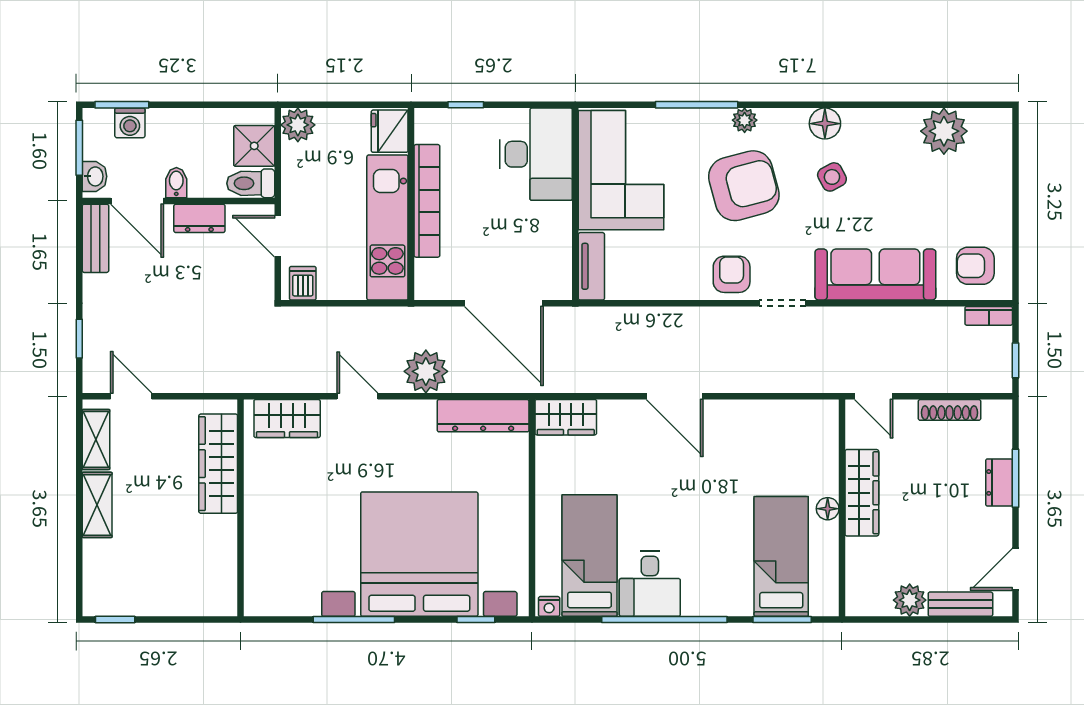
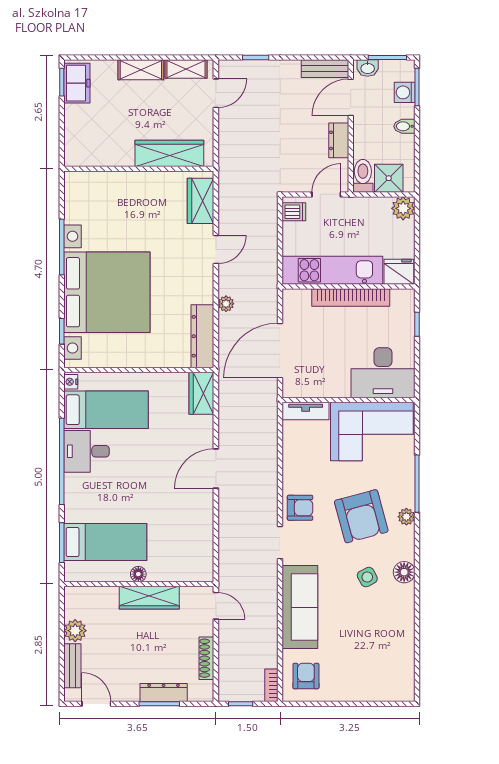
plant: (944, 131) -> (399, 654), removed
bidet: (176, 183) -> (404, 126), moved, turned 180
plant: (426, 371) -> (226, 304), width x0.53, depth x0.53
door: (874, 396) -> (216, 606), swing flipped
dresser: (999, 482) -> (164, 692), width x1.44
freezer: (117, 598) -> (77, 83), added

